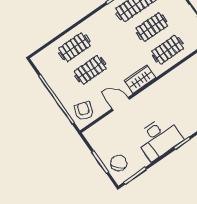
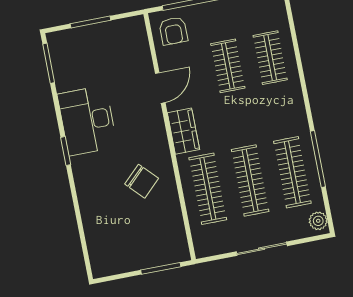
clothes rail: (152, 27) -> (250, 180), width x1.36
clothes rail: (168, 50) -> (208, 189), width x1.36
armchair: (84, 111) -> (173, 31), turned 70
chair: (119, 163) -> (142, 181), moved

